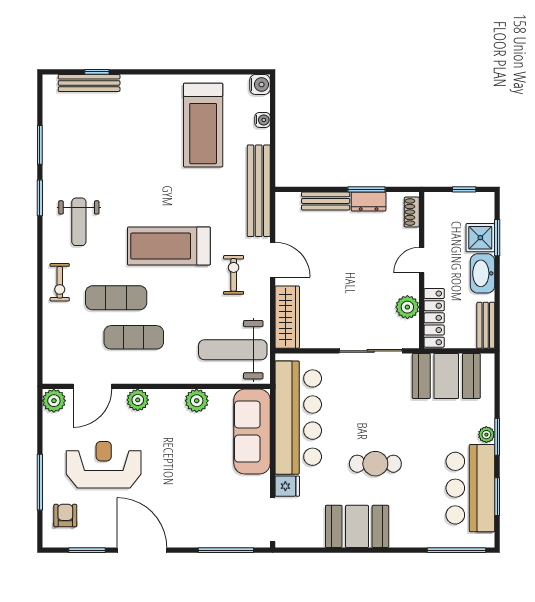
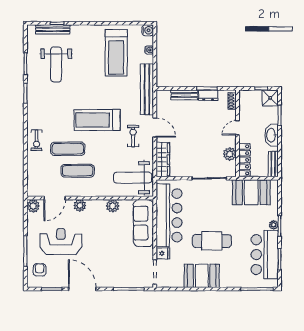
weight bench: (79, 222) -> (56, 64), moved, width x1.36, depth x1.33
shower: (480, 238) -> (270, 98), moved
cafe table: (375, 464) -> (212, 241), width x1.37, depth x1.35

